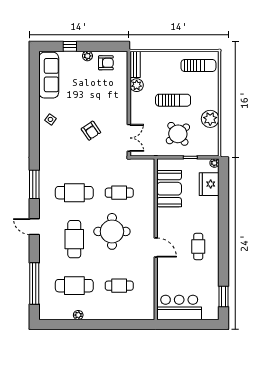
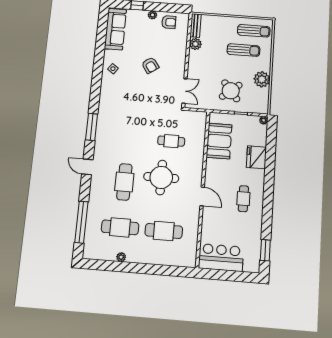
sun lounger: (173, 100) -> (243, 50), moved
armchair: (91, 131) -> (150, 65), moved
fridge: (209, 184) -> (256, 157), moved
cafe table: (74, 193) -> (129, 138), removed
cafe table: (119, 286) -> (164, 231), width x1.37, depth x1.35

